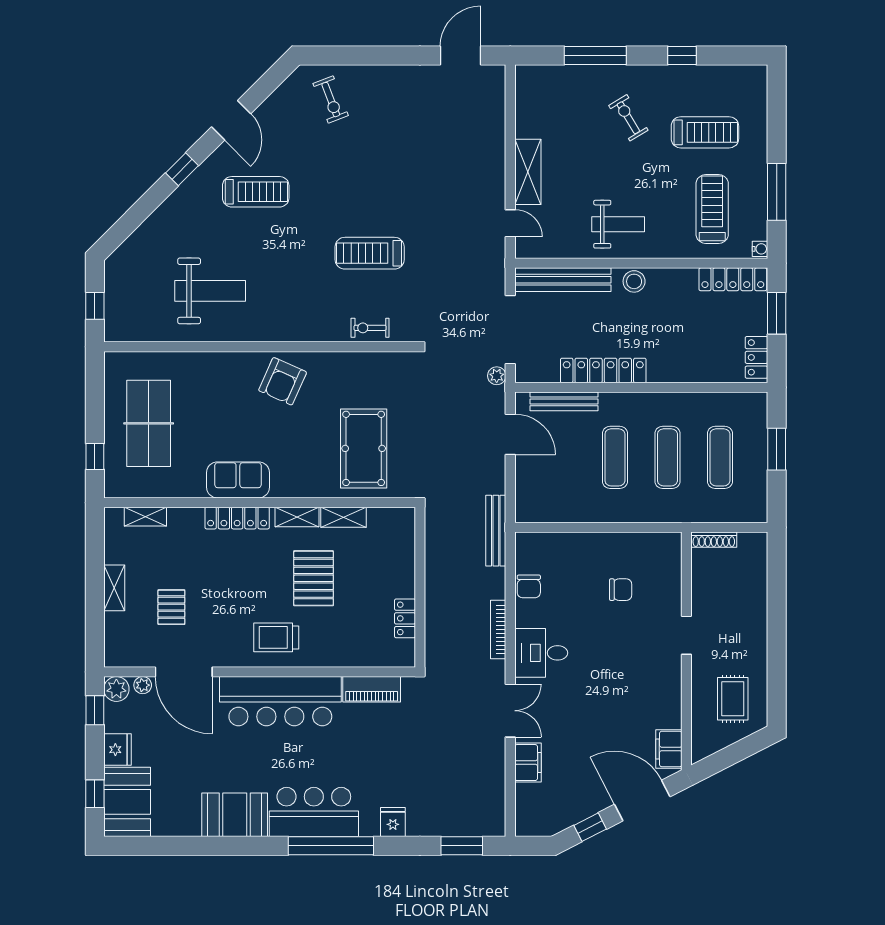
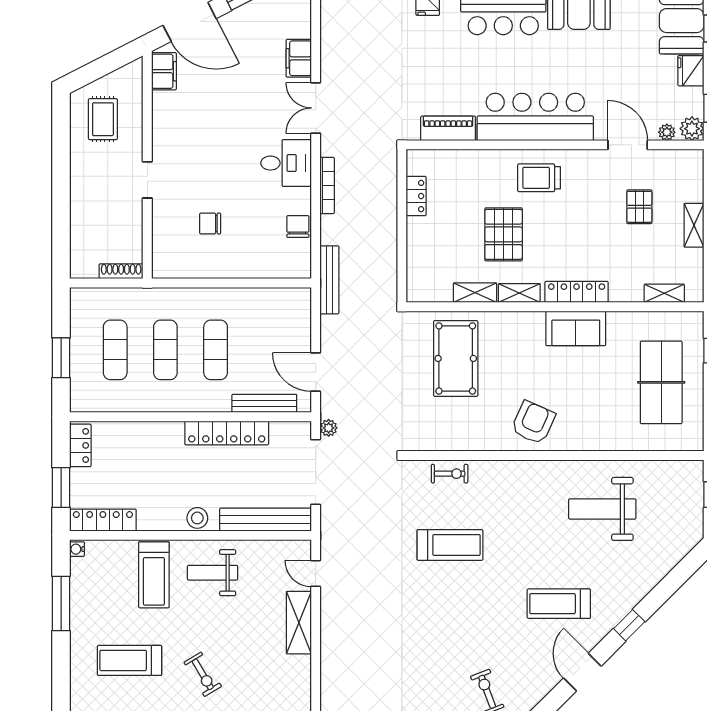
treadmill: (712, 209) -> (154, 575), moved
trolley: (276, 637) -> (539, 178), turned 180
door: (184, 672) -> (628, 145), width x0.73

